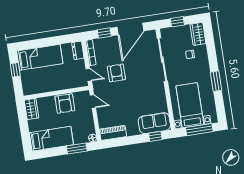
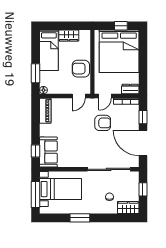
bed: (40, 57) -> (119, 51), width x2.04
wardrobe: (31, 109) -> (69, 36), moved

